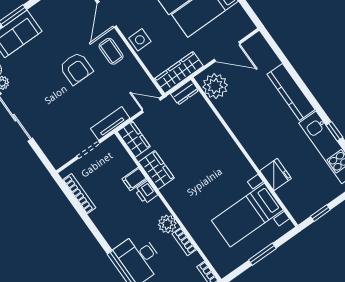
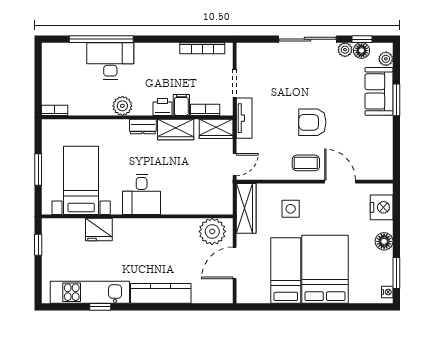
side table: (140, 40) -> (291, 209), moved
dresser: (185, 92) -> (143, 126), moved, turned -90
desk: (225, 161) -> (142, 194), added
bookcase: (184, 242) -> (205, 110), moved

